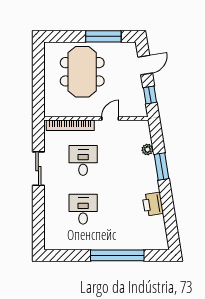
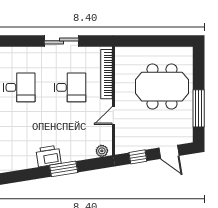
door: (110, 119) -> (113, 115), swing flipped
plant: (147, 149) -> (102, 151), moved
printer: (153, 204) -> (48, 156), moved

